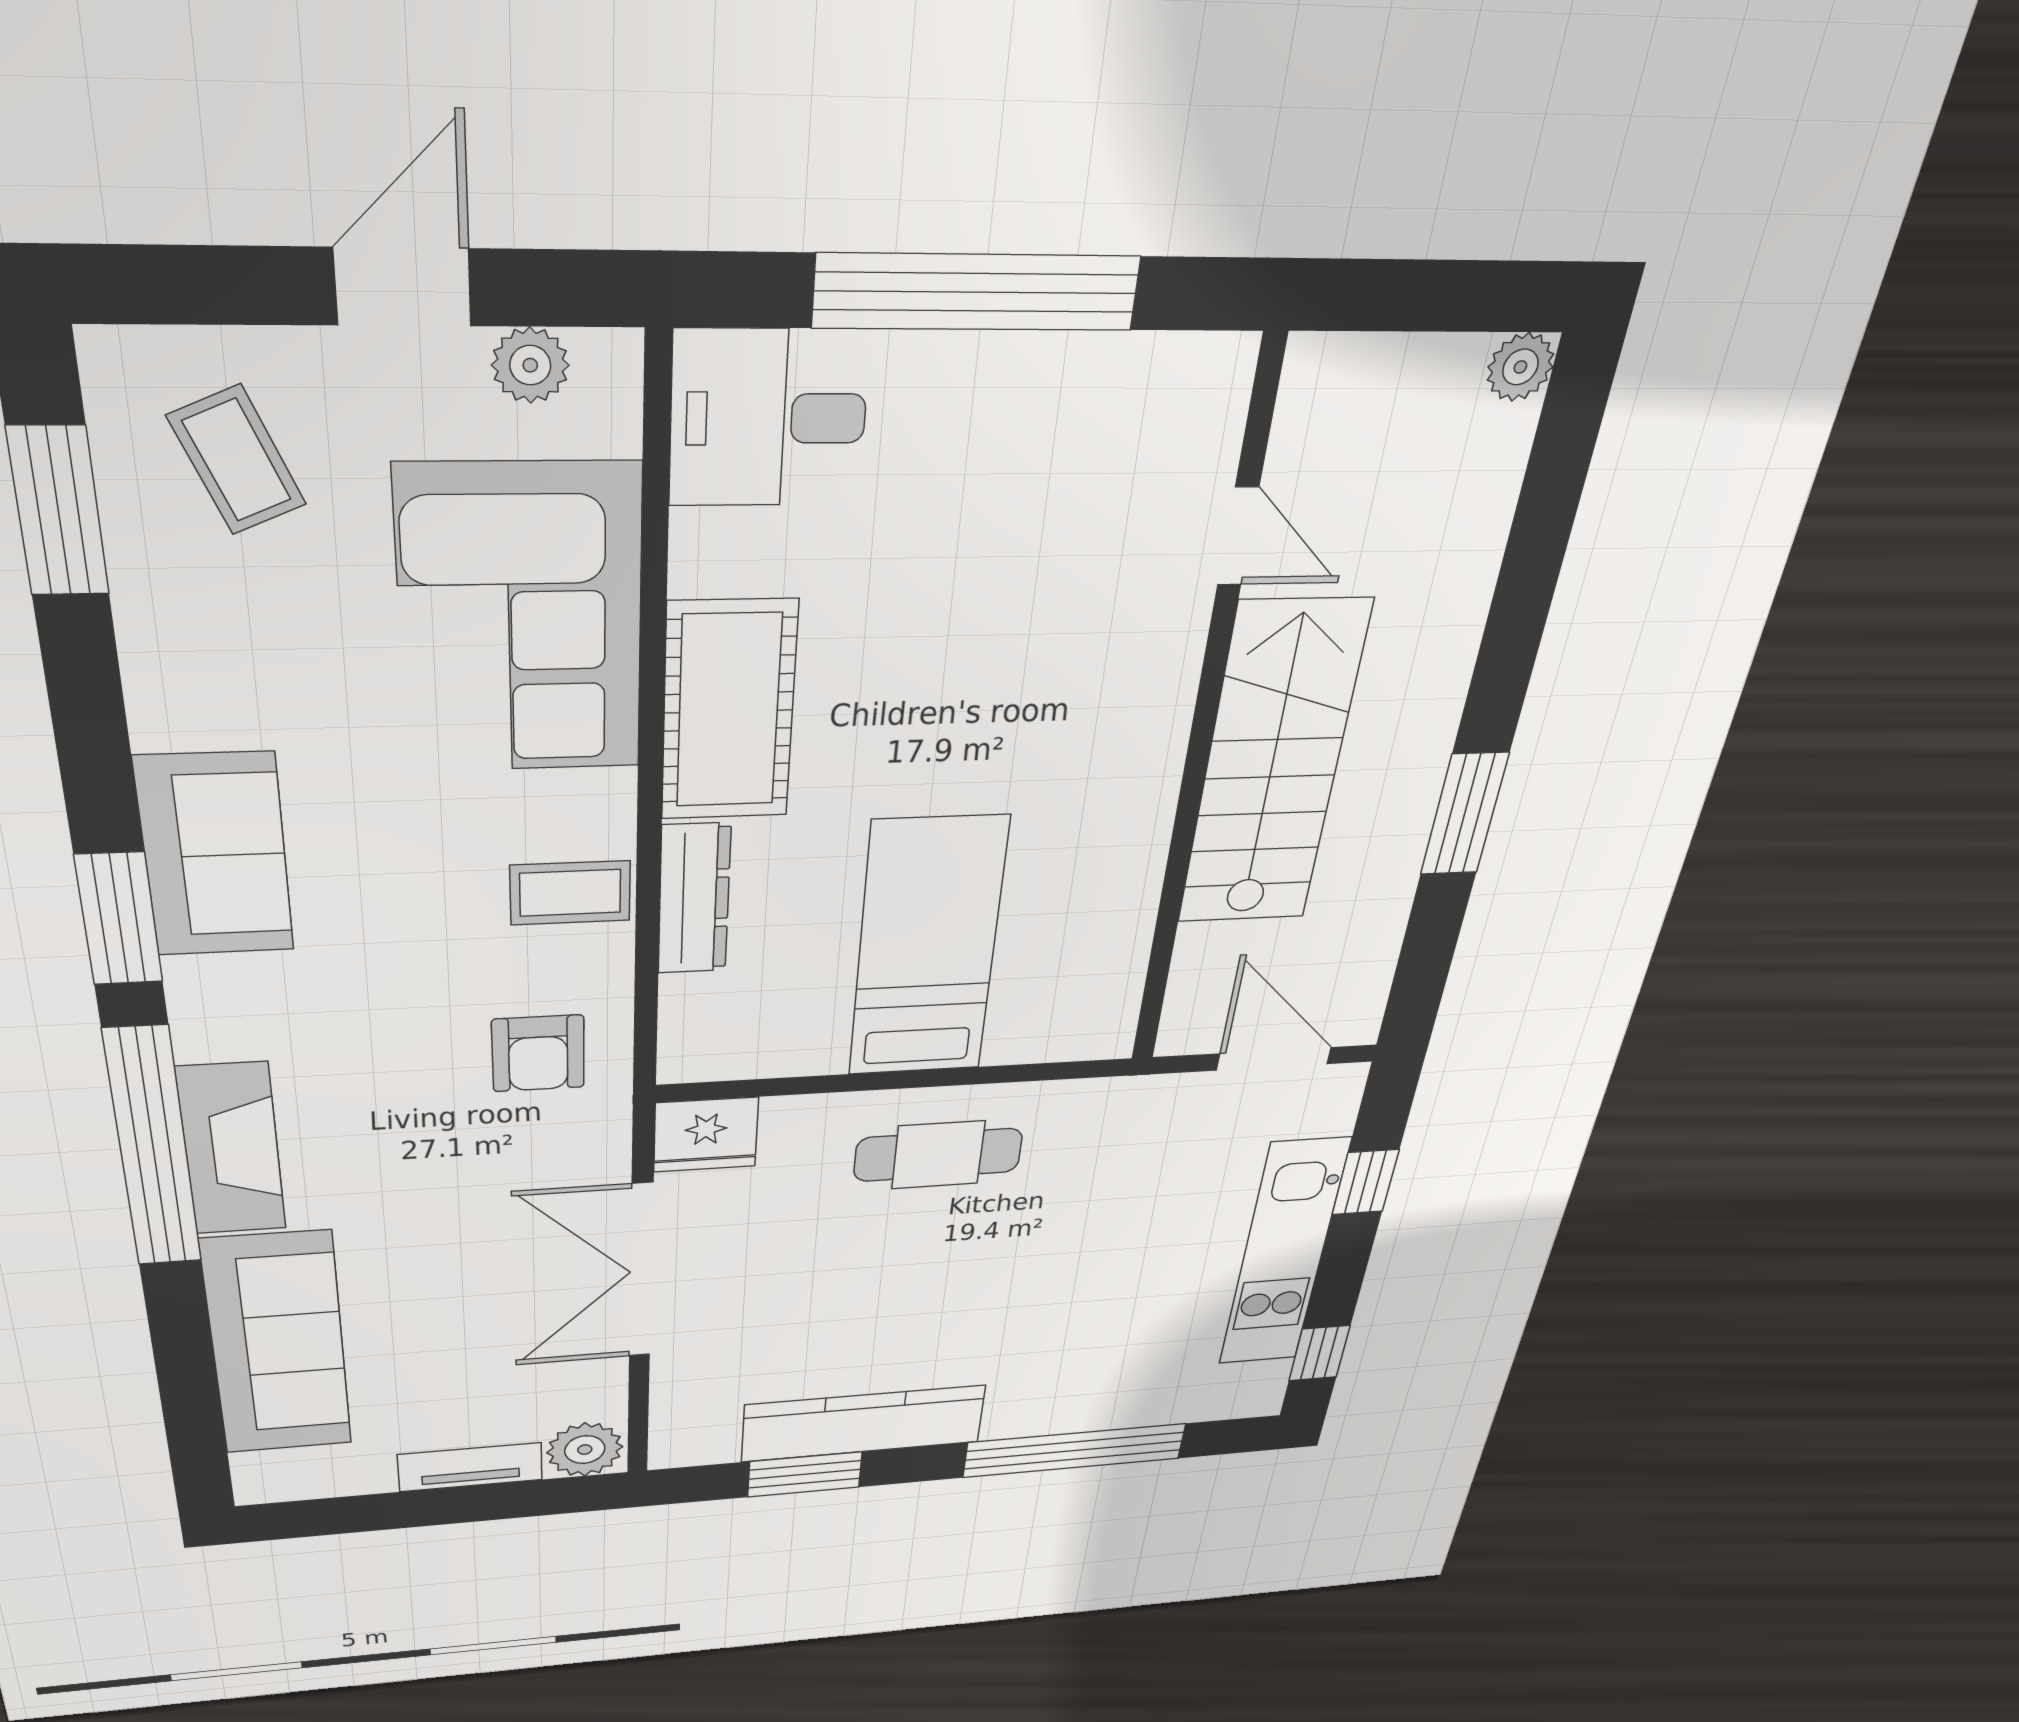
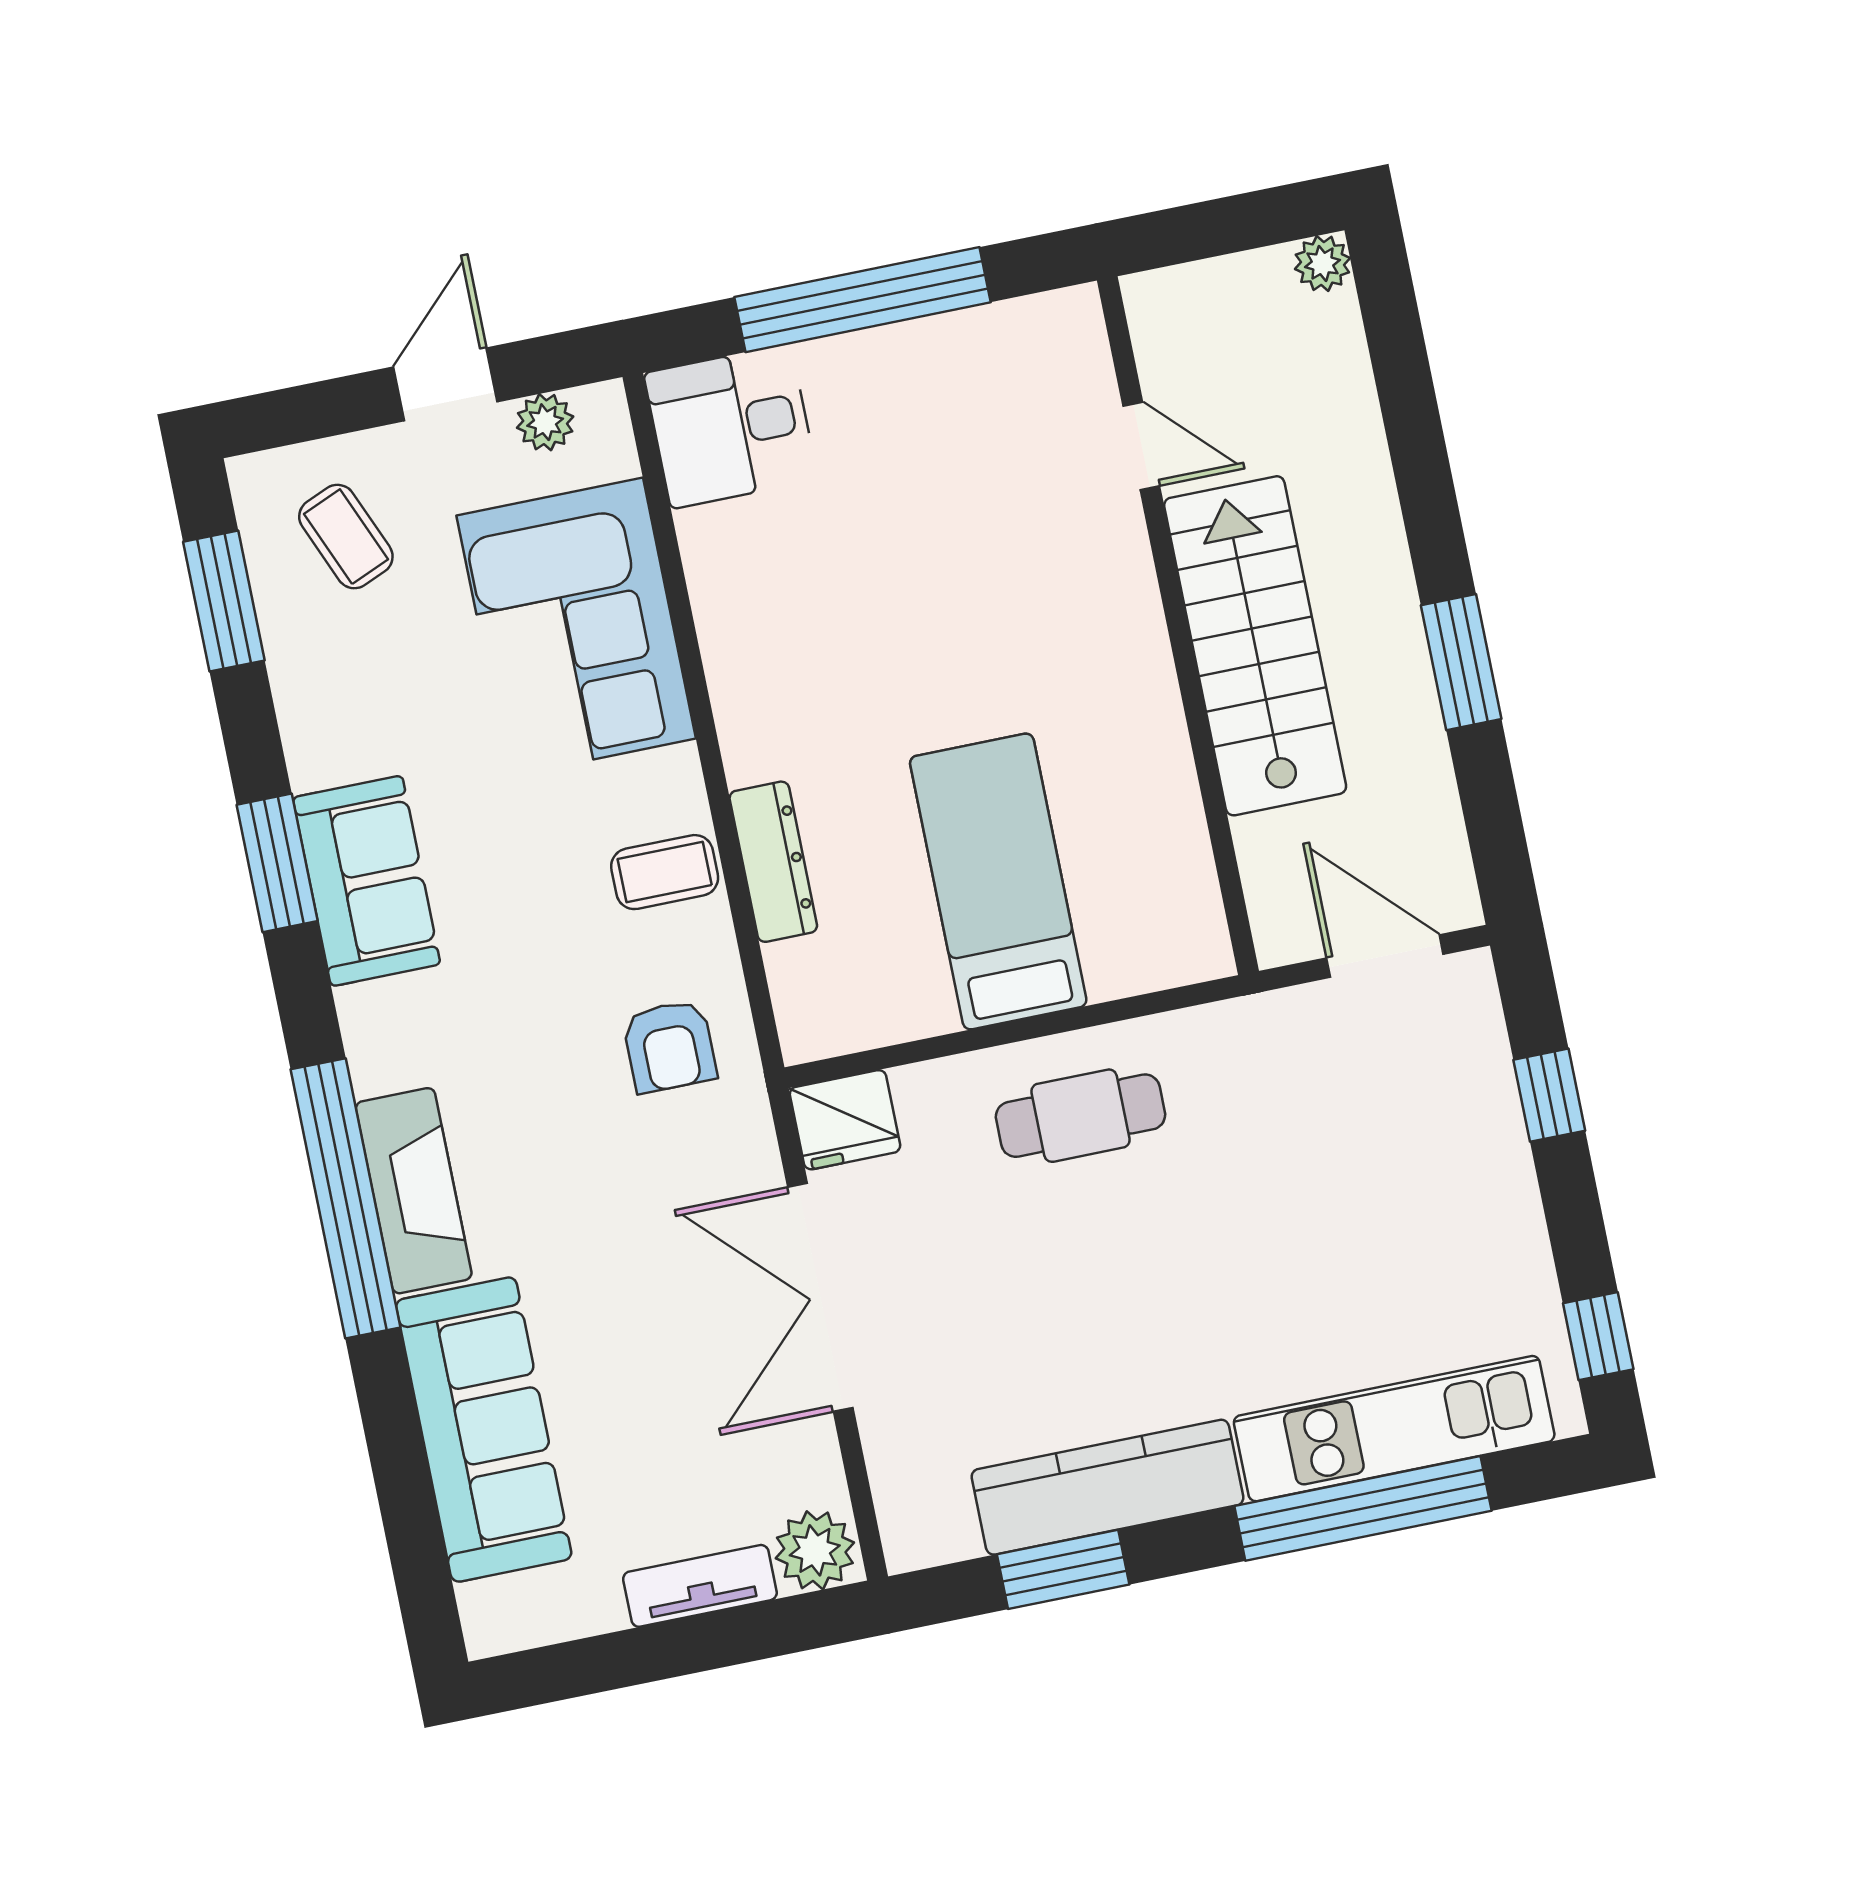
cot: (729, 711) -> (760, 677), removed
window: (119, 919) -> (277, 863), moved
kitchen unit: (1283, 1254) -> (1394, 1429), moved, turned 90

